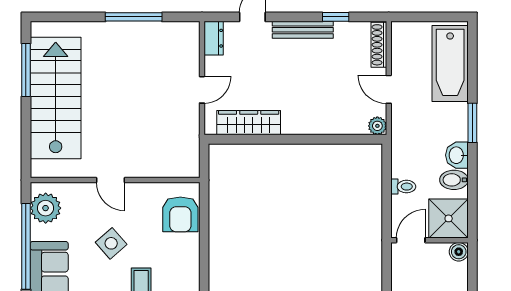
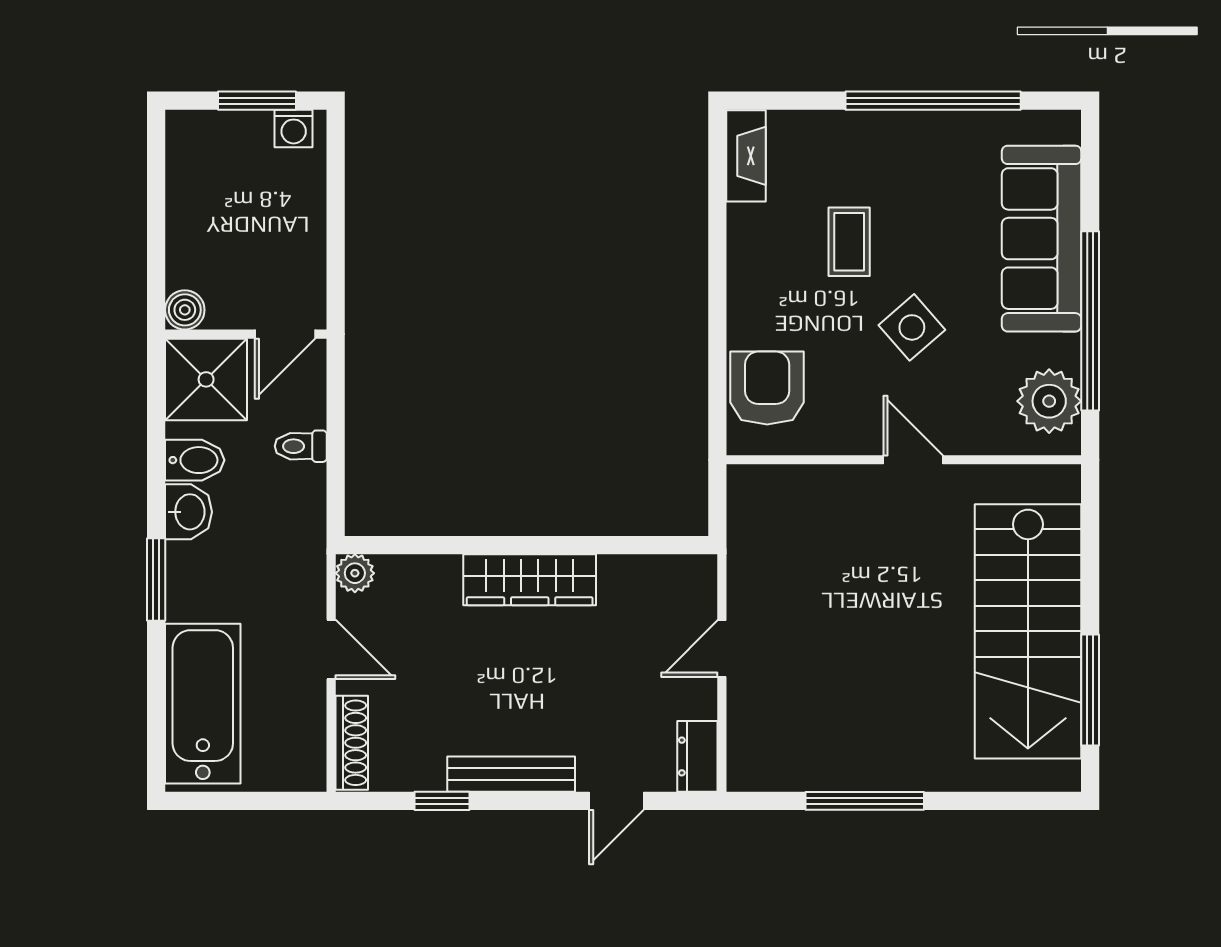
wardrobe: (249, 123) -> (530, 580), moved

